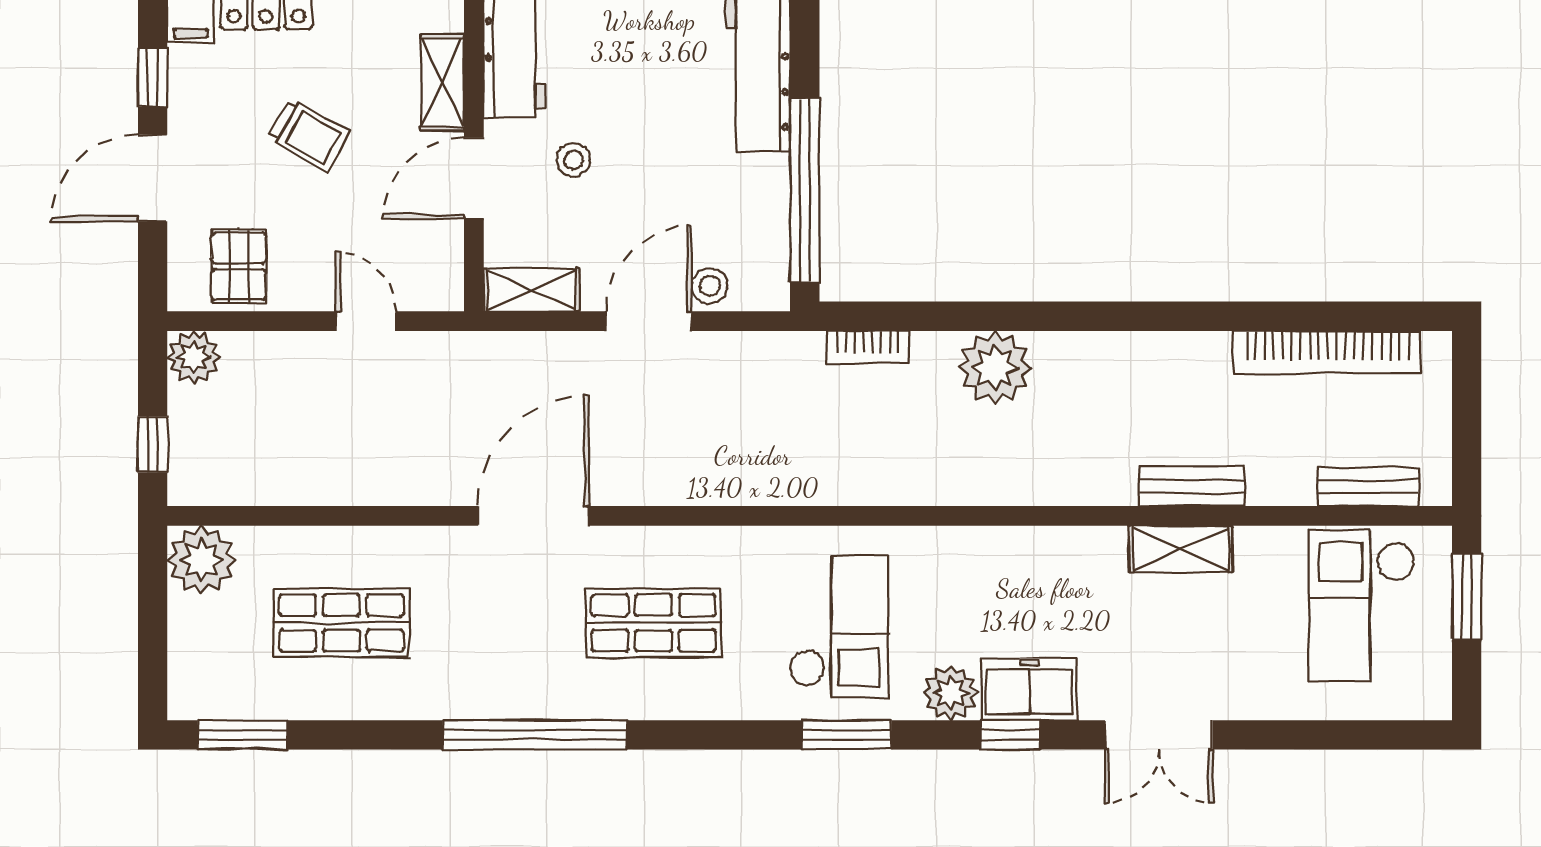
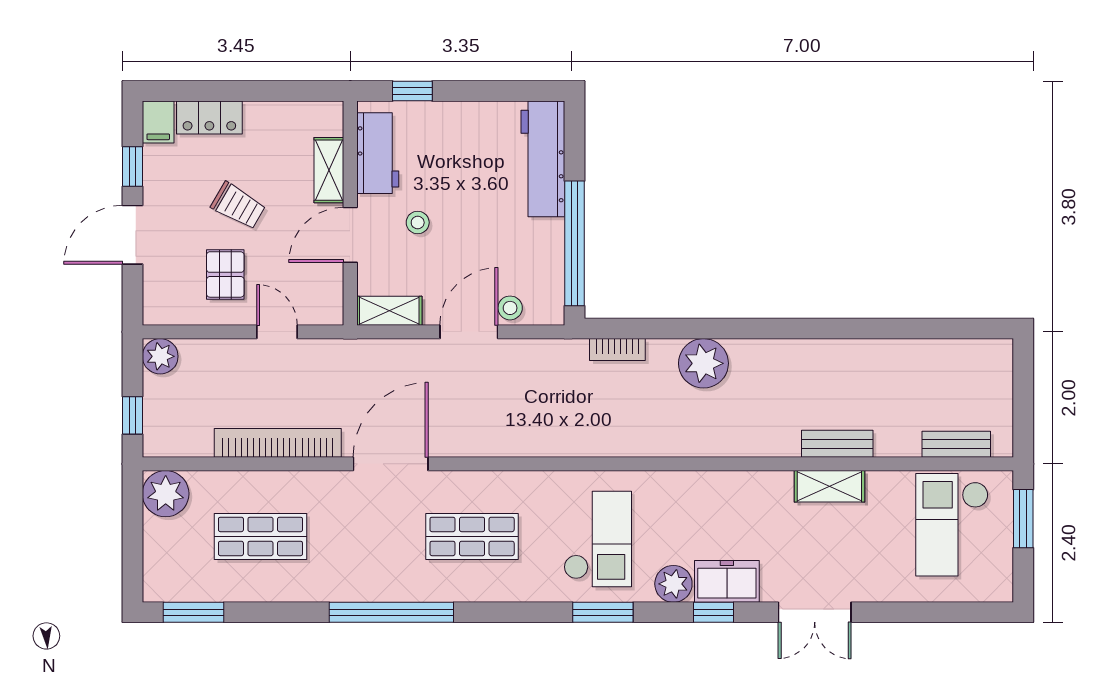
pallet: (239, 266) -> (225, 274), moved
bookcase: (1327, 352) -> (278, 443), moved, turned 180

